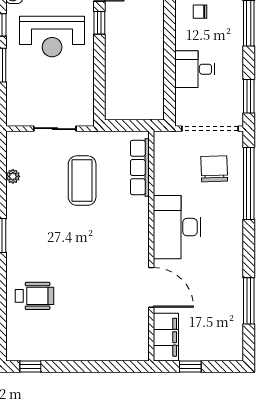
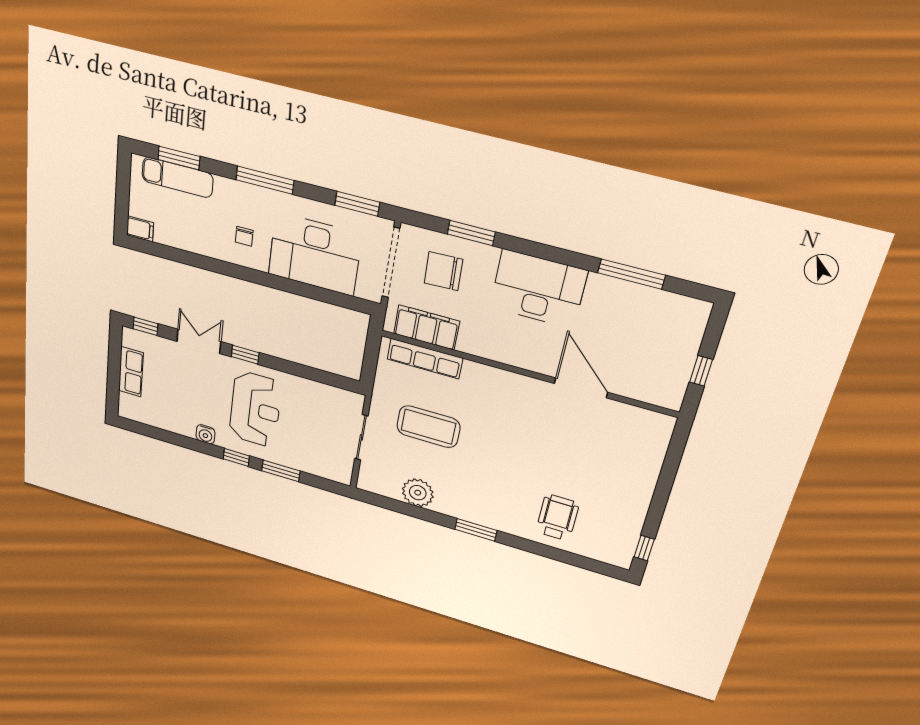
desk: (195, 69) -> (315, 254), width x1.87, depth x1.30
plant: (13, 176) -> (418, 493), width x1.88, depth x1.88
window: (249, 183) -> (471, 233), width x0.47
desk: (177, 227) -> (538, 289), moved, turned 180
door: (151, 287) -> (581, 388), hinge flipped
filing cabinet: (166, 337) -> (426, 327), moved

